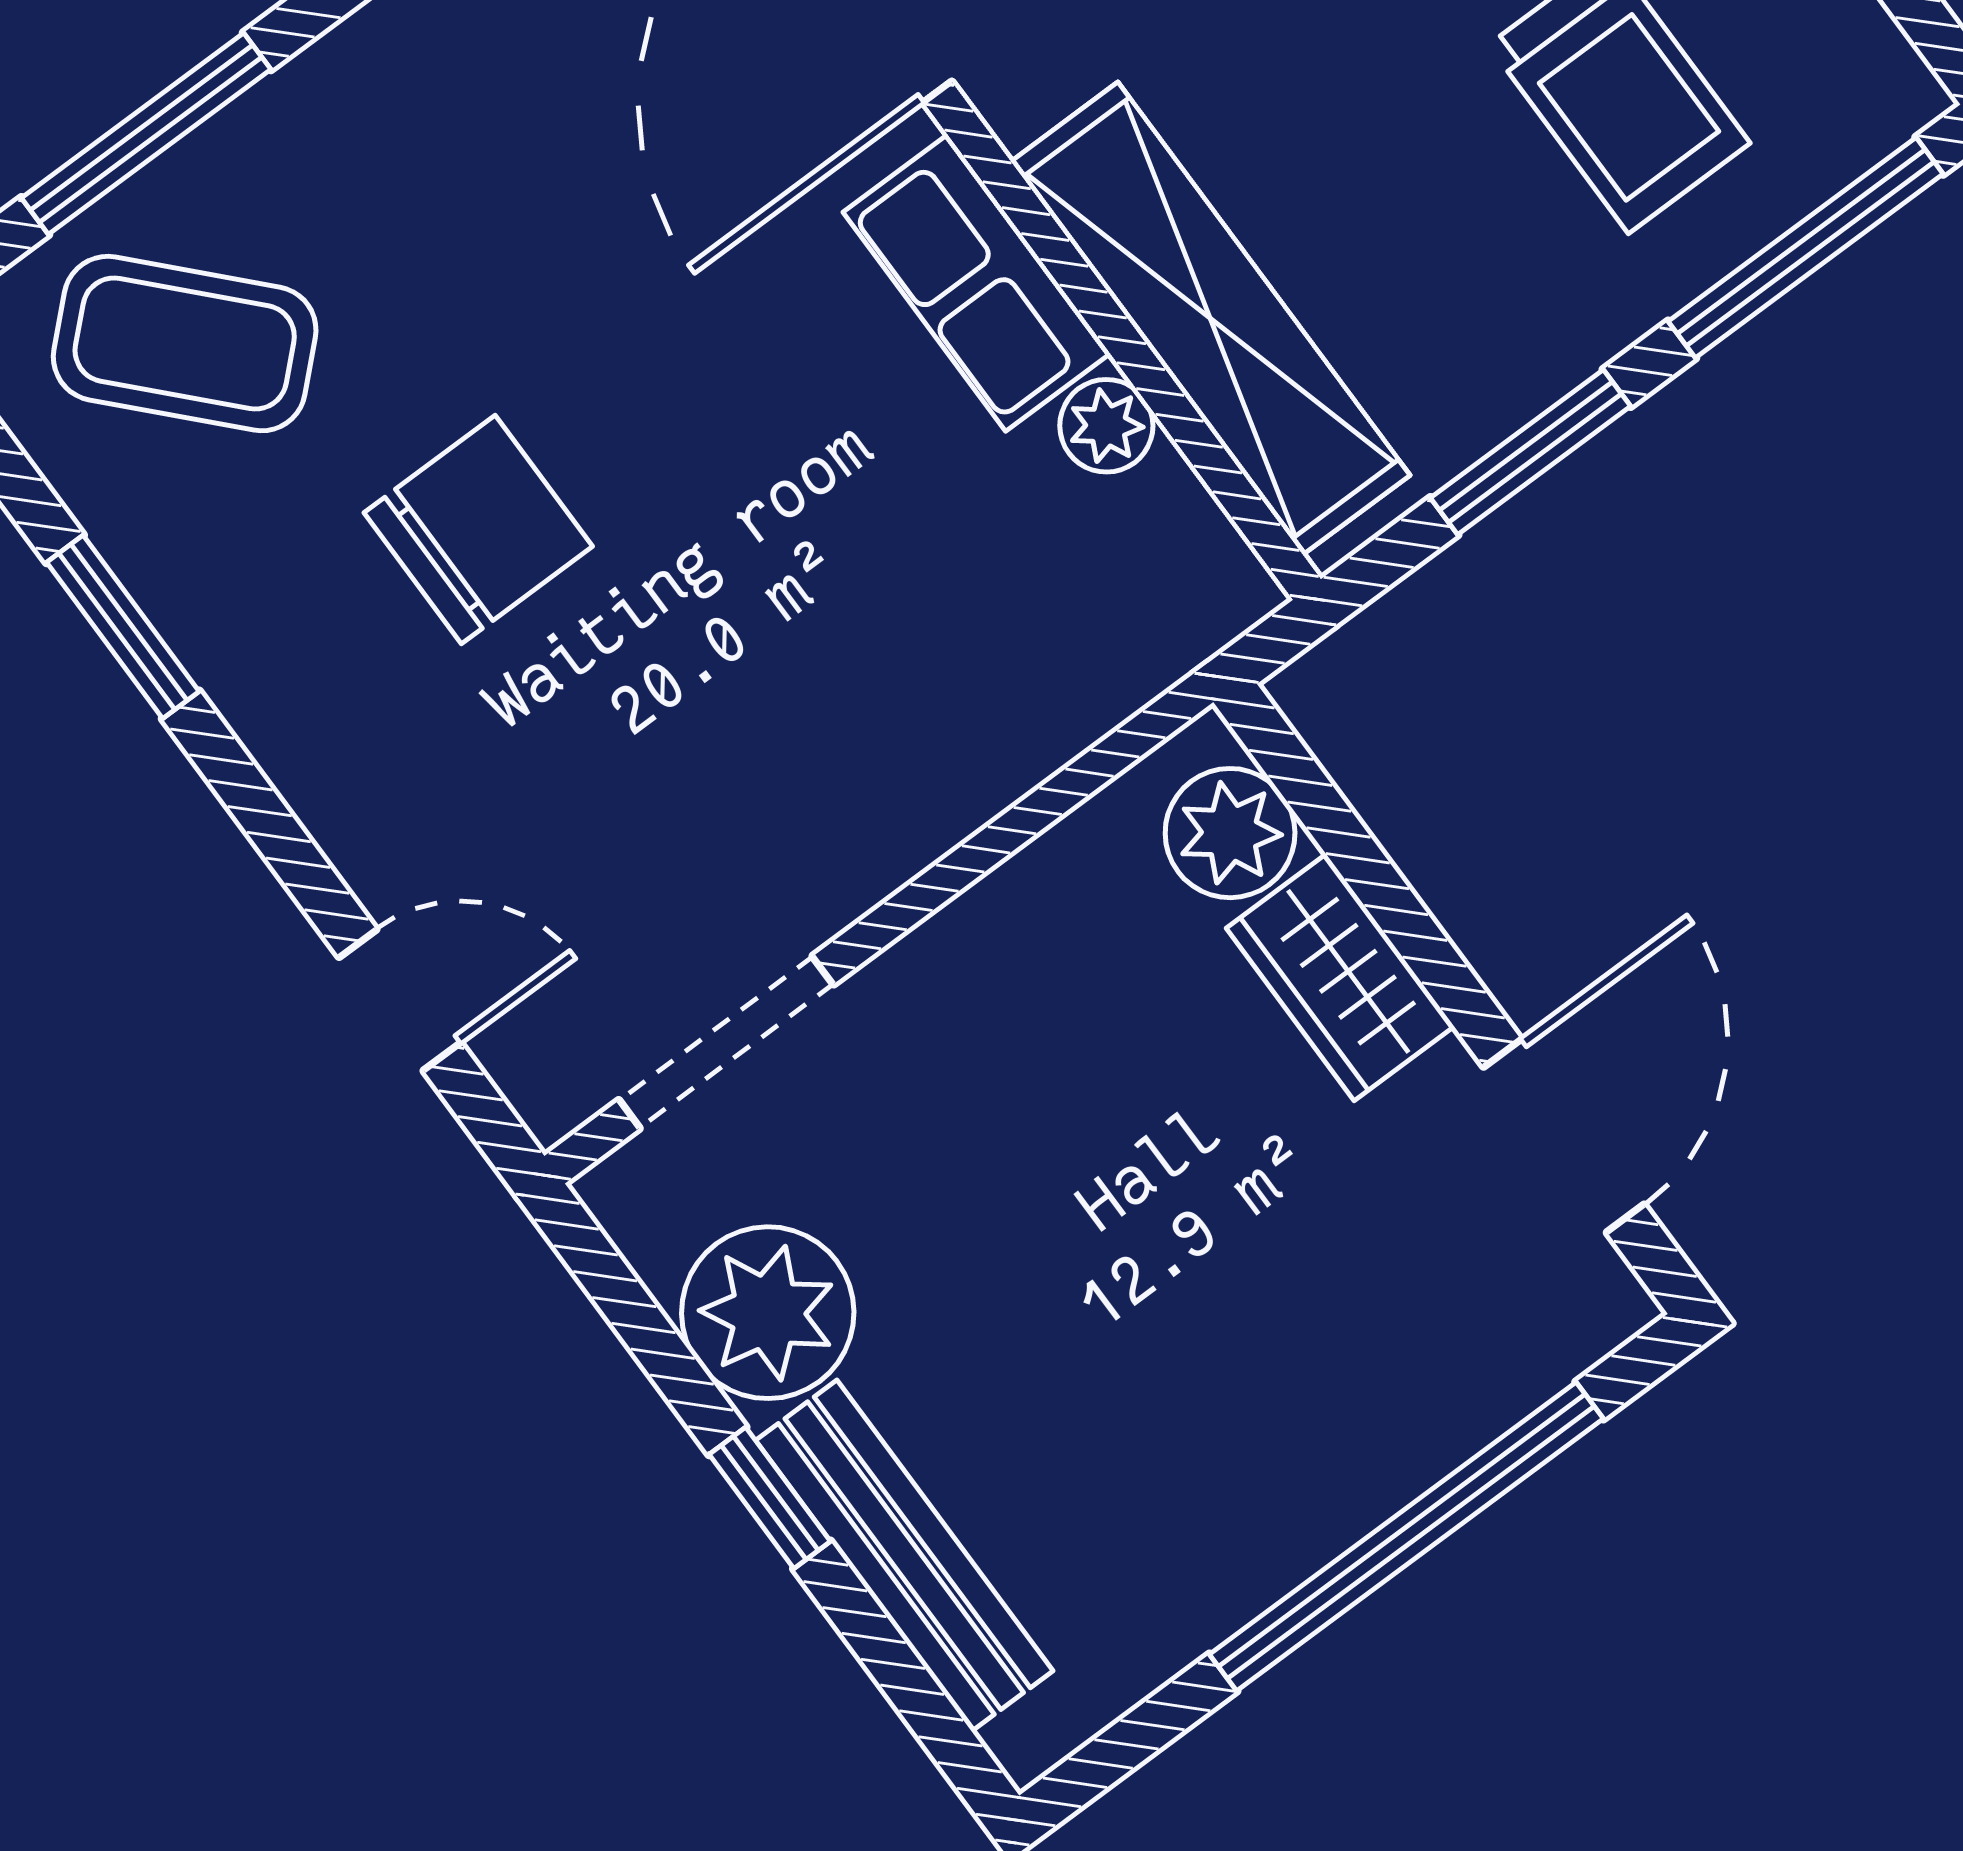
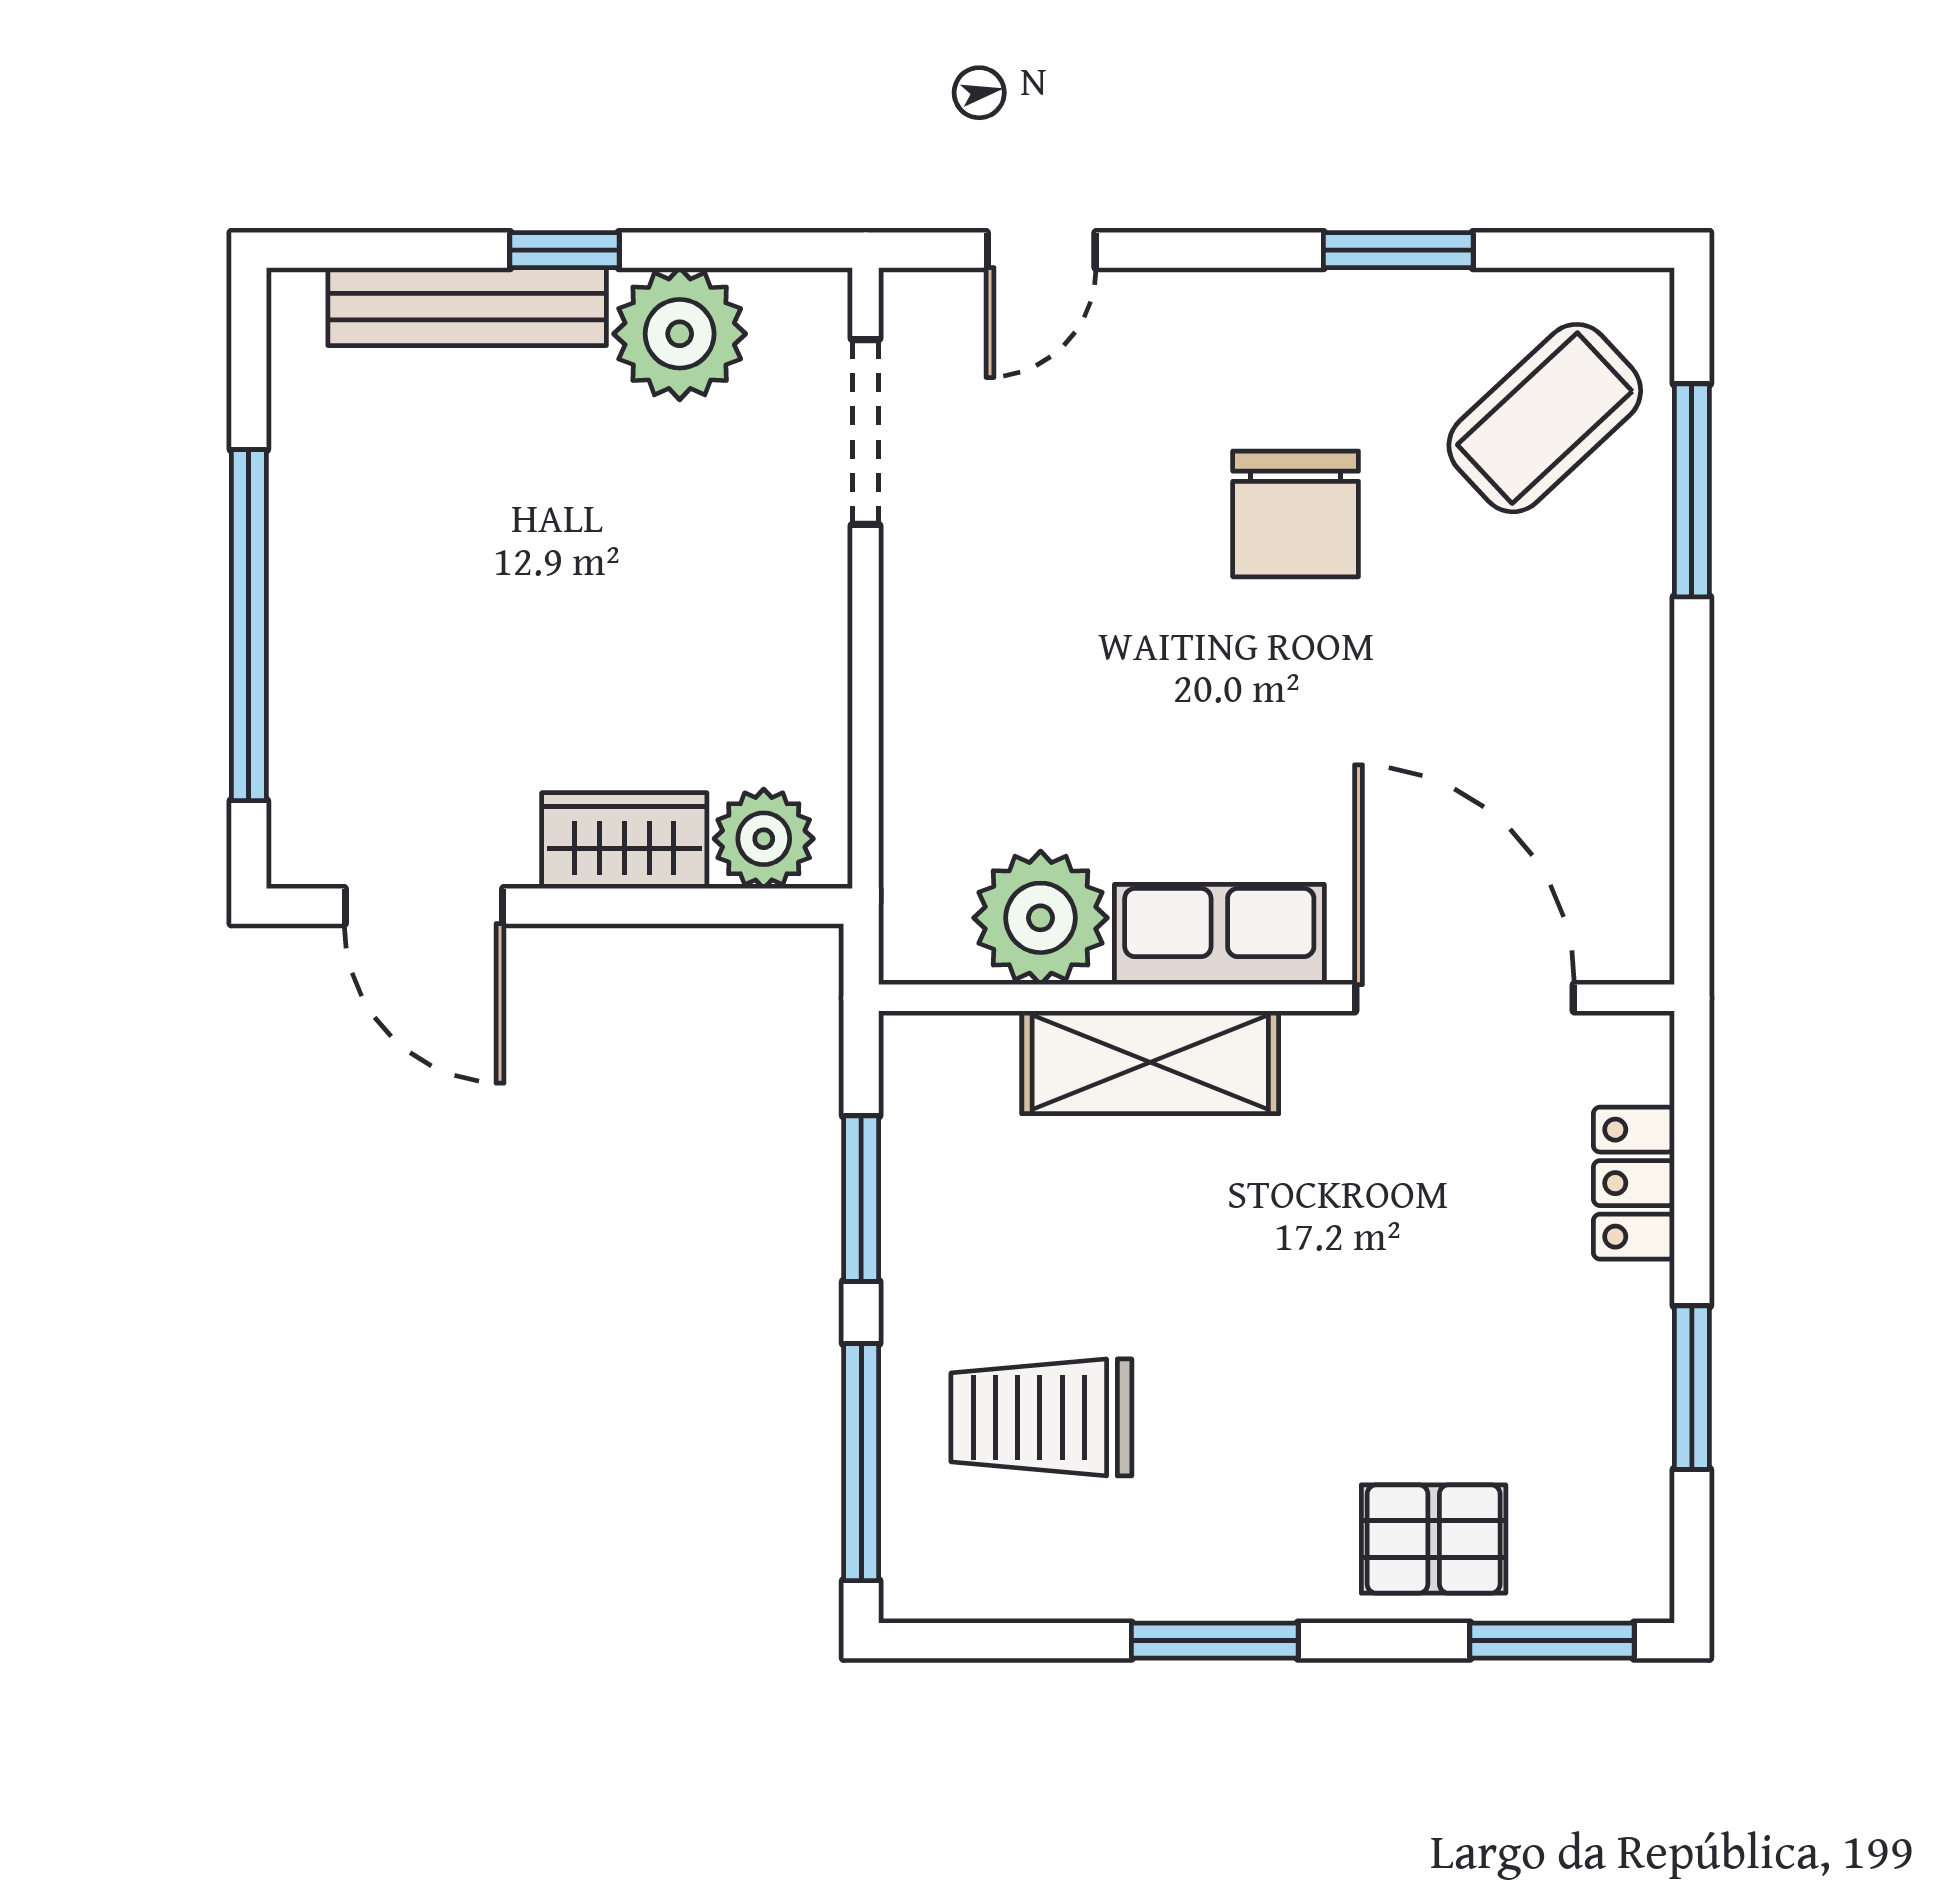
shelving: (1210, 318) -> (1150, 1062), width x0.68
plant: (1106, 426) -> (1041, 918), width x1.88, depth x1.88

